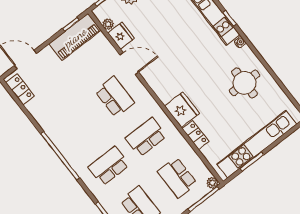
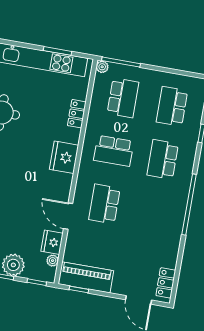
fridge: (182, 110) -> (64, 157), moved
school desk: (109, 166) -> (163, 159), turned 90

